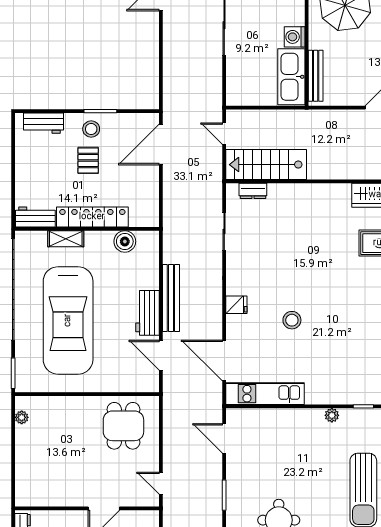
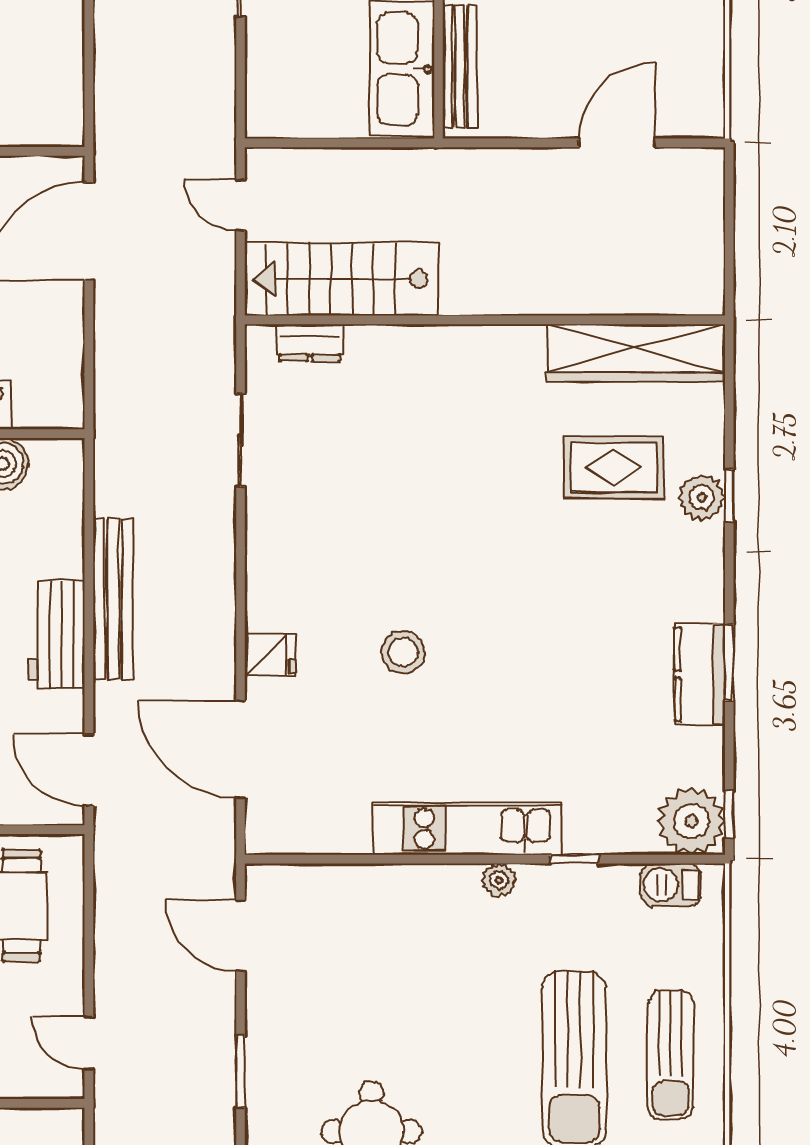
fridge: (236, 305) -> (270, 655), moved
door: (161, 355) -> (89, 770), moved
kitchen unit: (265, 394) -> (467, 828), moved

